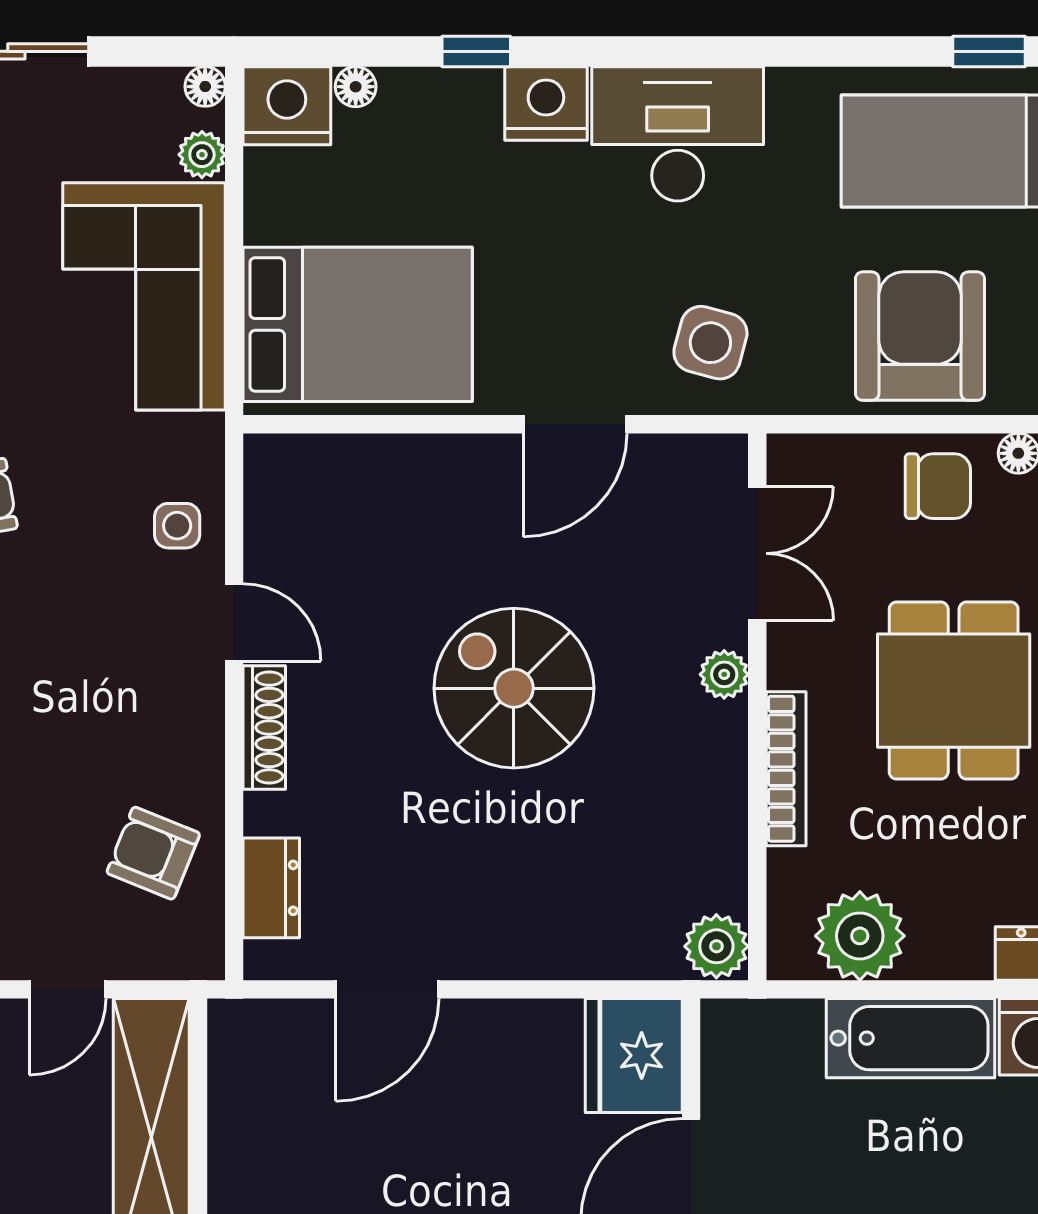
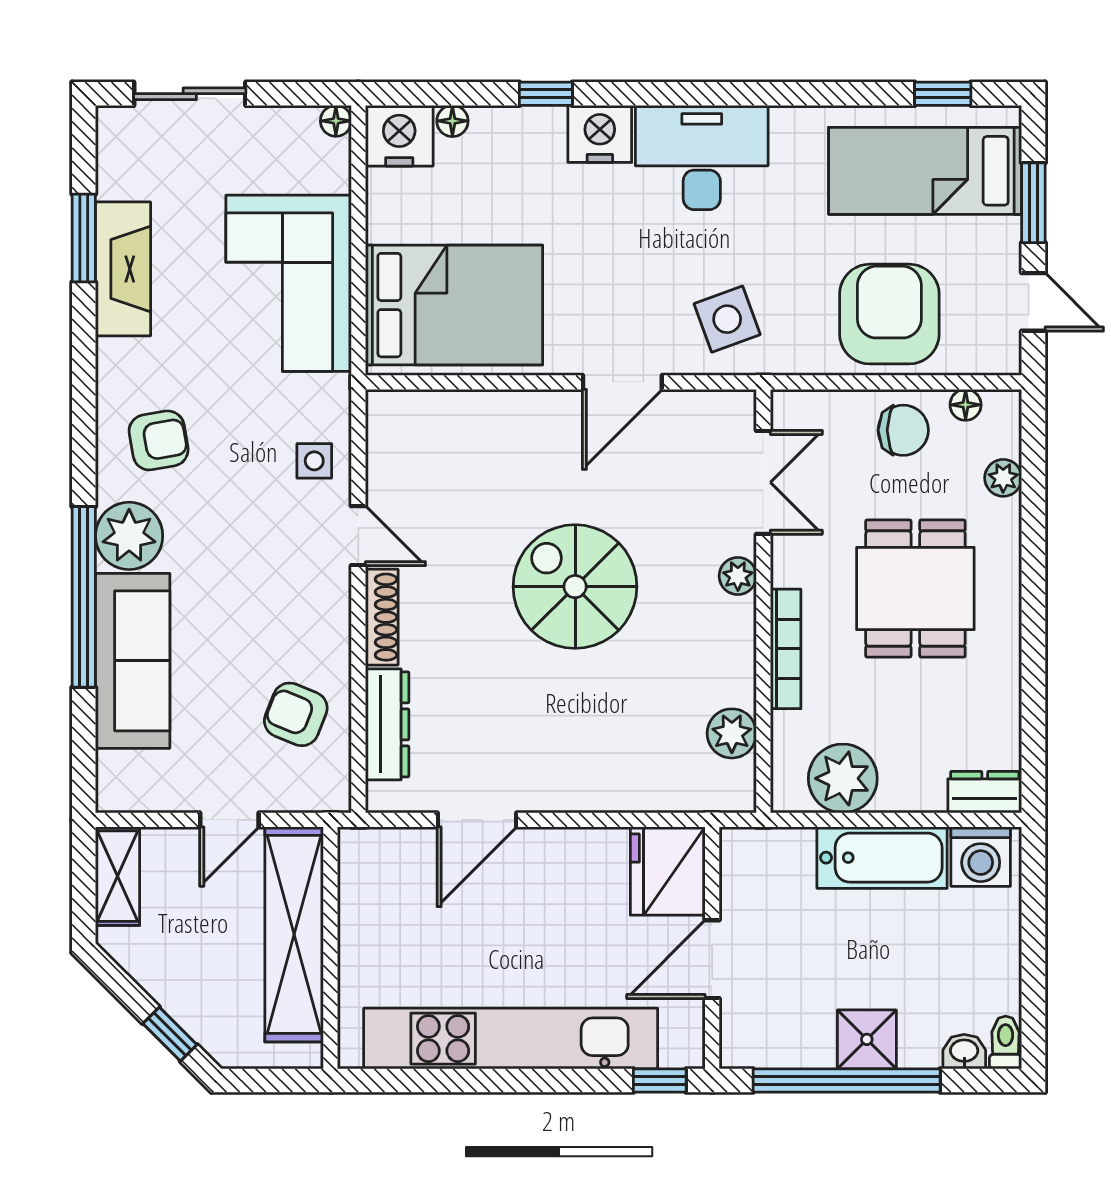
plant: (202, 155) -> (333, 174), removed
side table: (710, 343) -> (727, 319), turned -35
dresser: (271, 888) -> (387, 724), width x1.44
plant: (716, 946) -> (732, 733), moved

